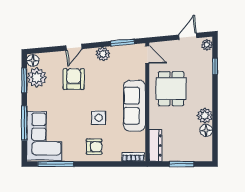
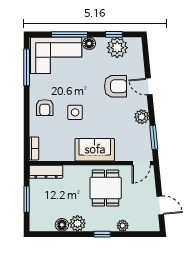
plant: (207, 45) -> (123, 226), moved
floor lamp: (33, 60) -> (89, 43), moved
window: (215, 66) -> (102, 234), moved
window: (24, 81) -> (114, 34), width x0.67
dining table: (171, 89) -> (106, 188), turned 90
sofa: (134, 106) -> (95, 150), width x0.73

